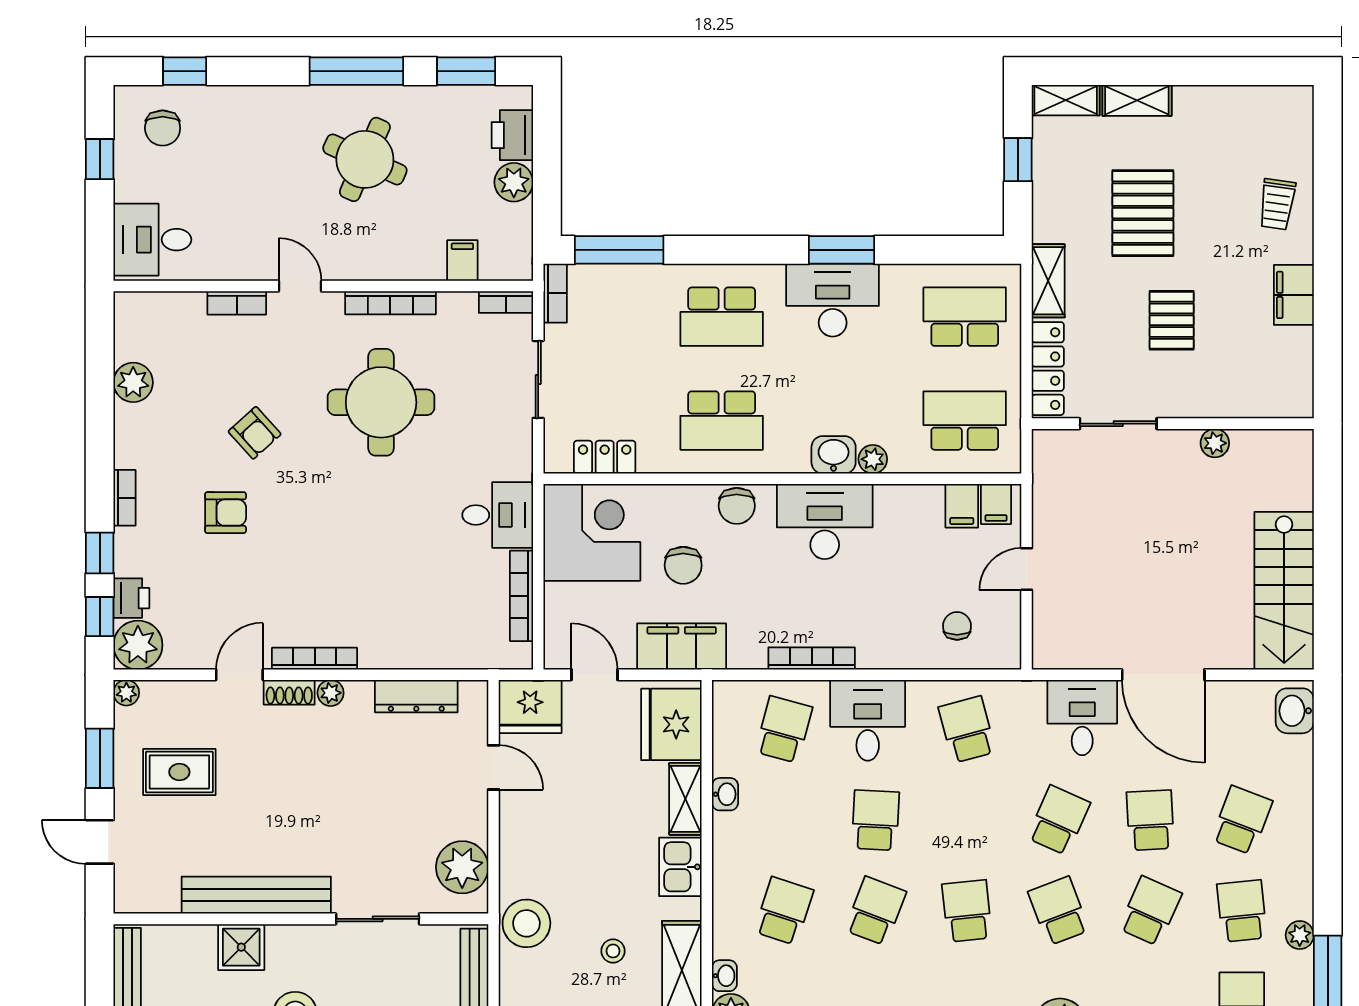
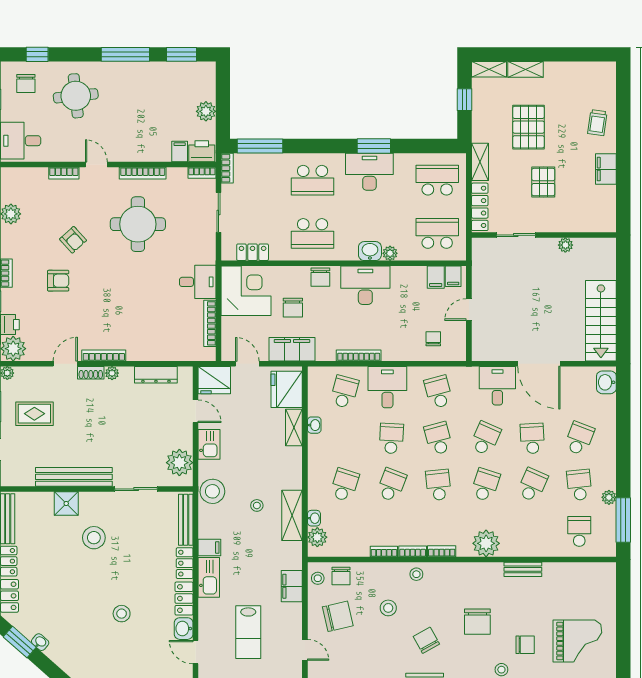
printer: (512, 135) -> (202, 151), moved, turned 90
round table: (365, 159) -> (76, 96), moved, turned -30
school desk: (967, 820) -> (438, 438), added
kitchen sink: (680, 867) -> (209, 444), moved, turned 180
school desk: (1059, 911) -> (485, 485), turned 39

